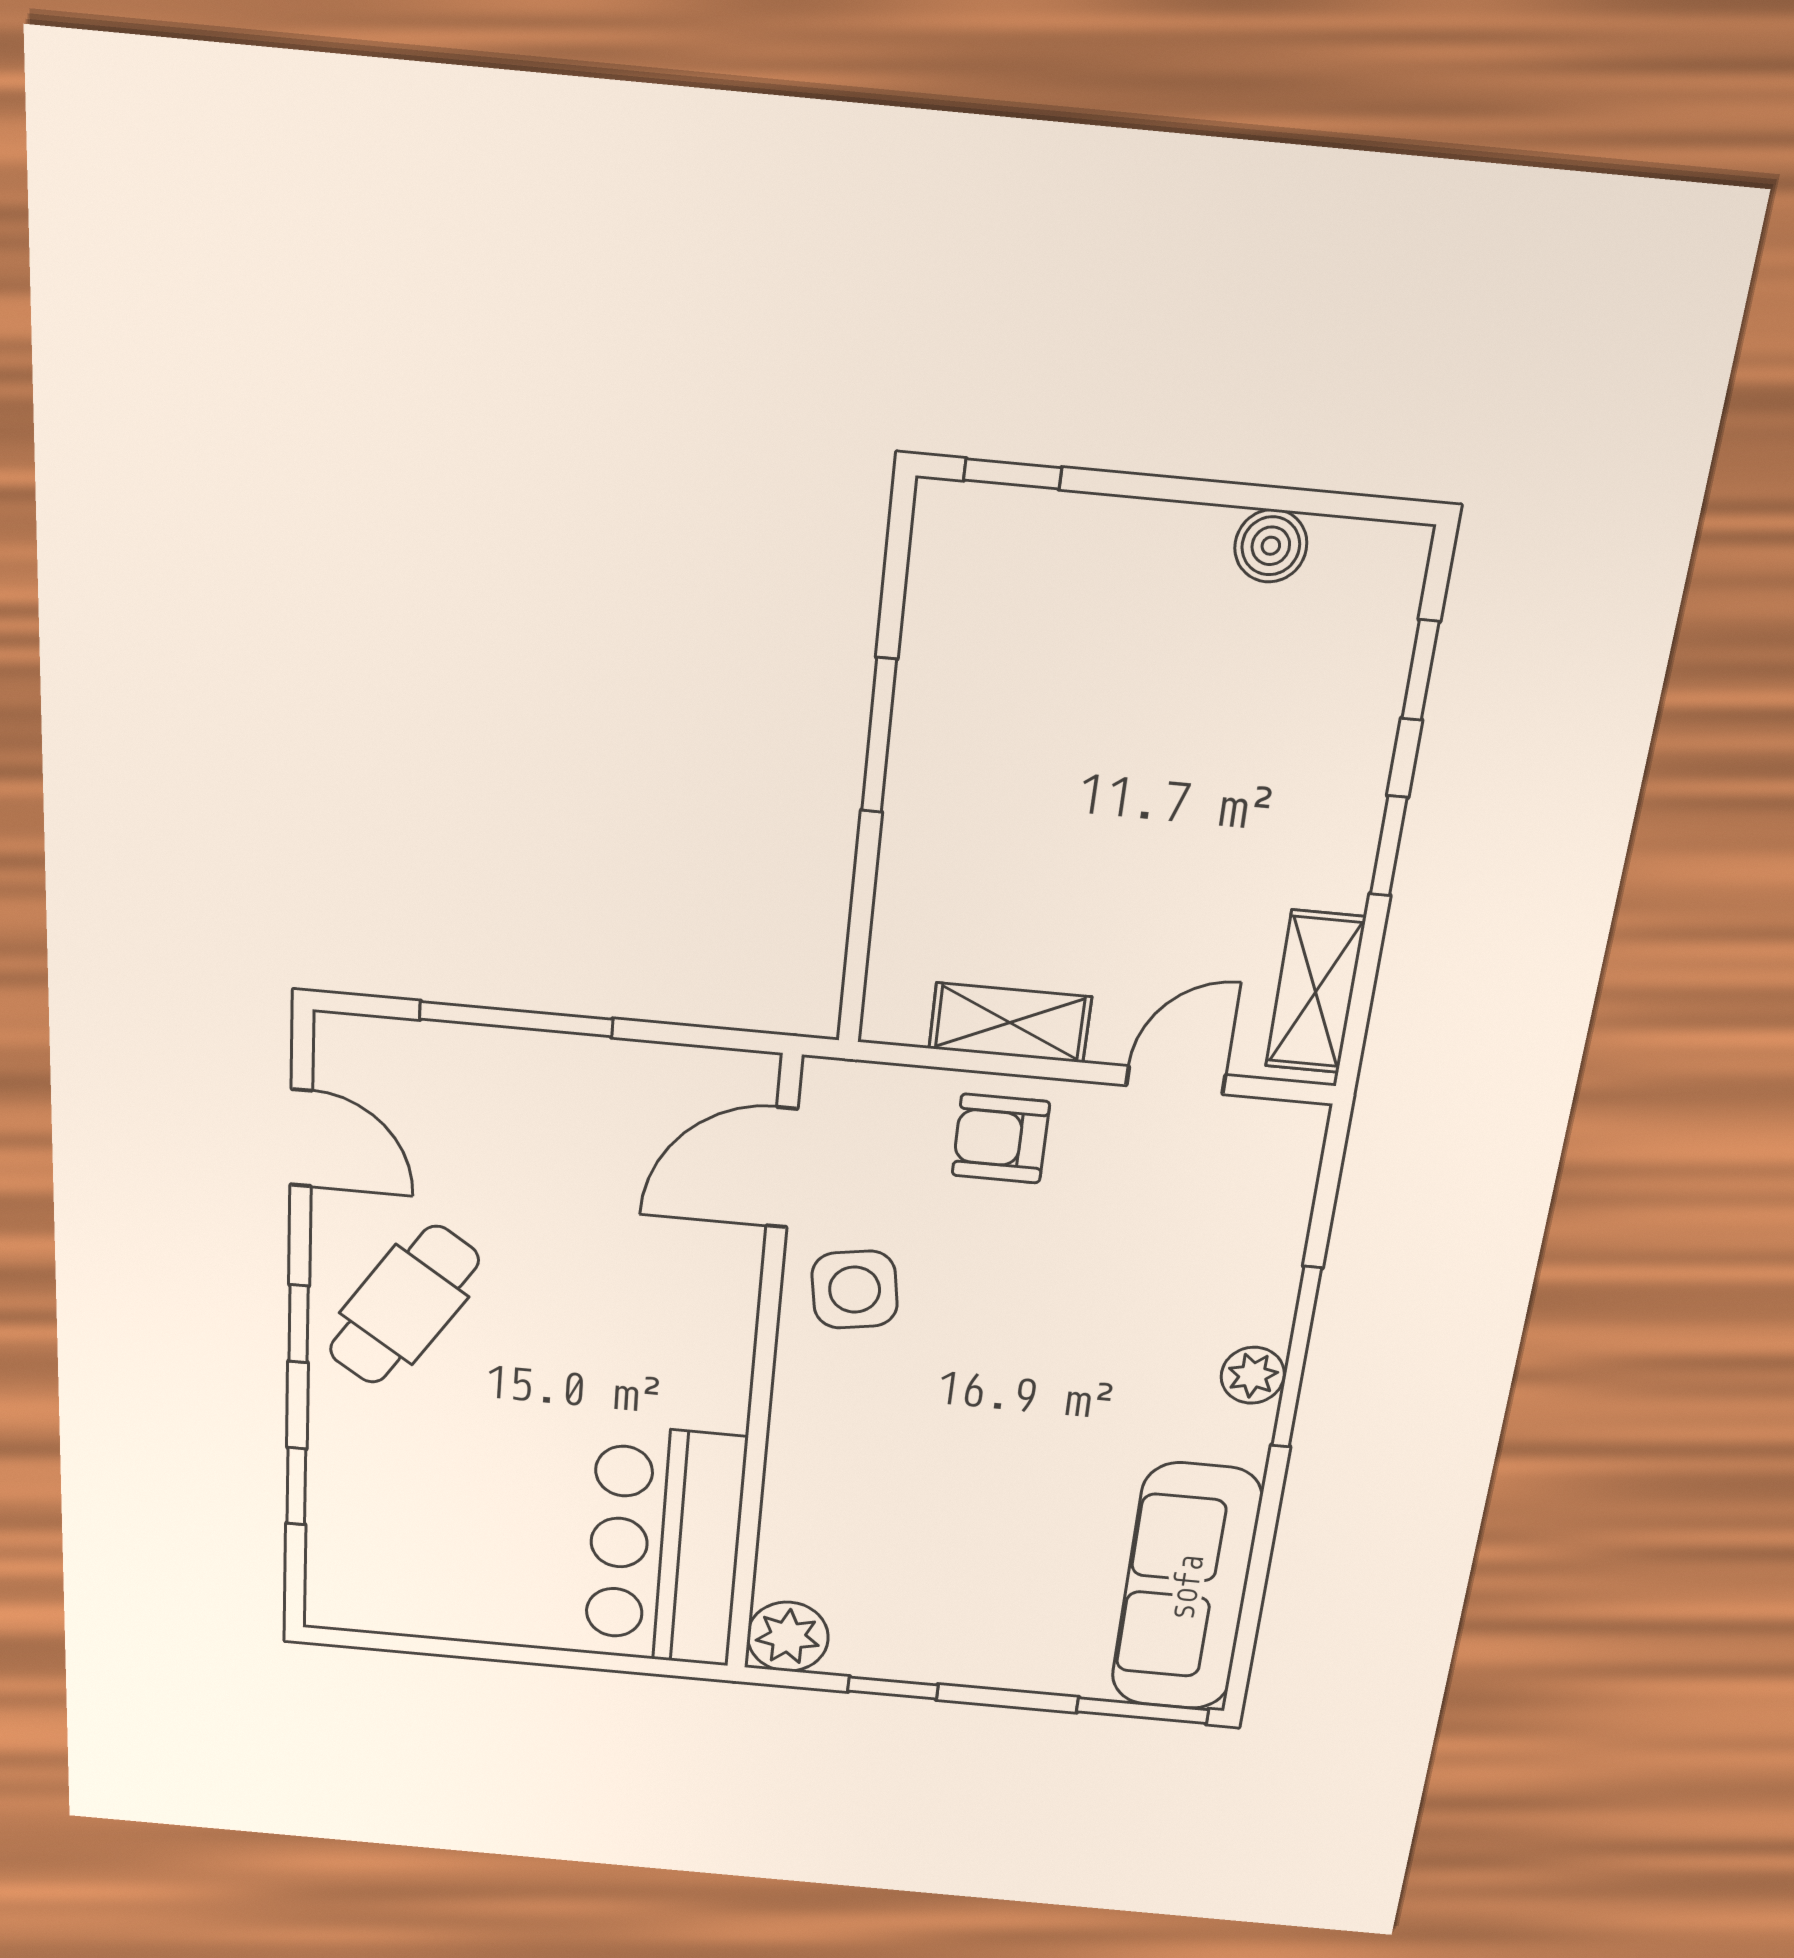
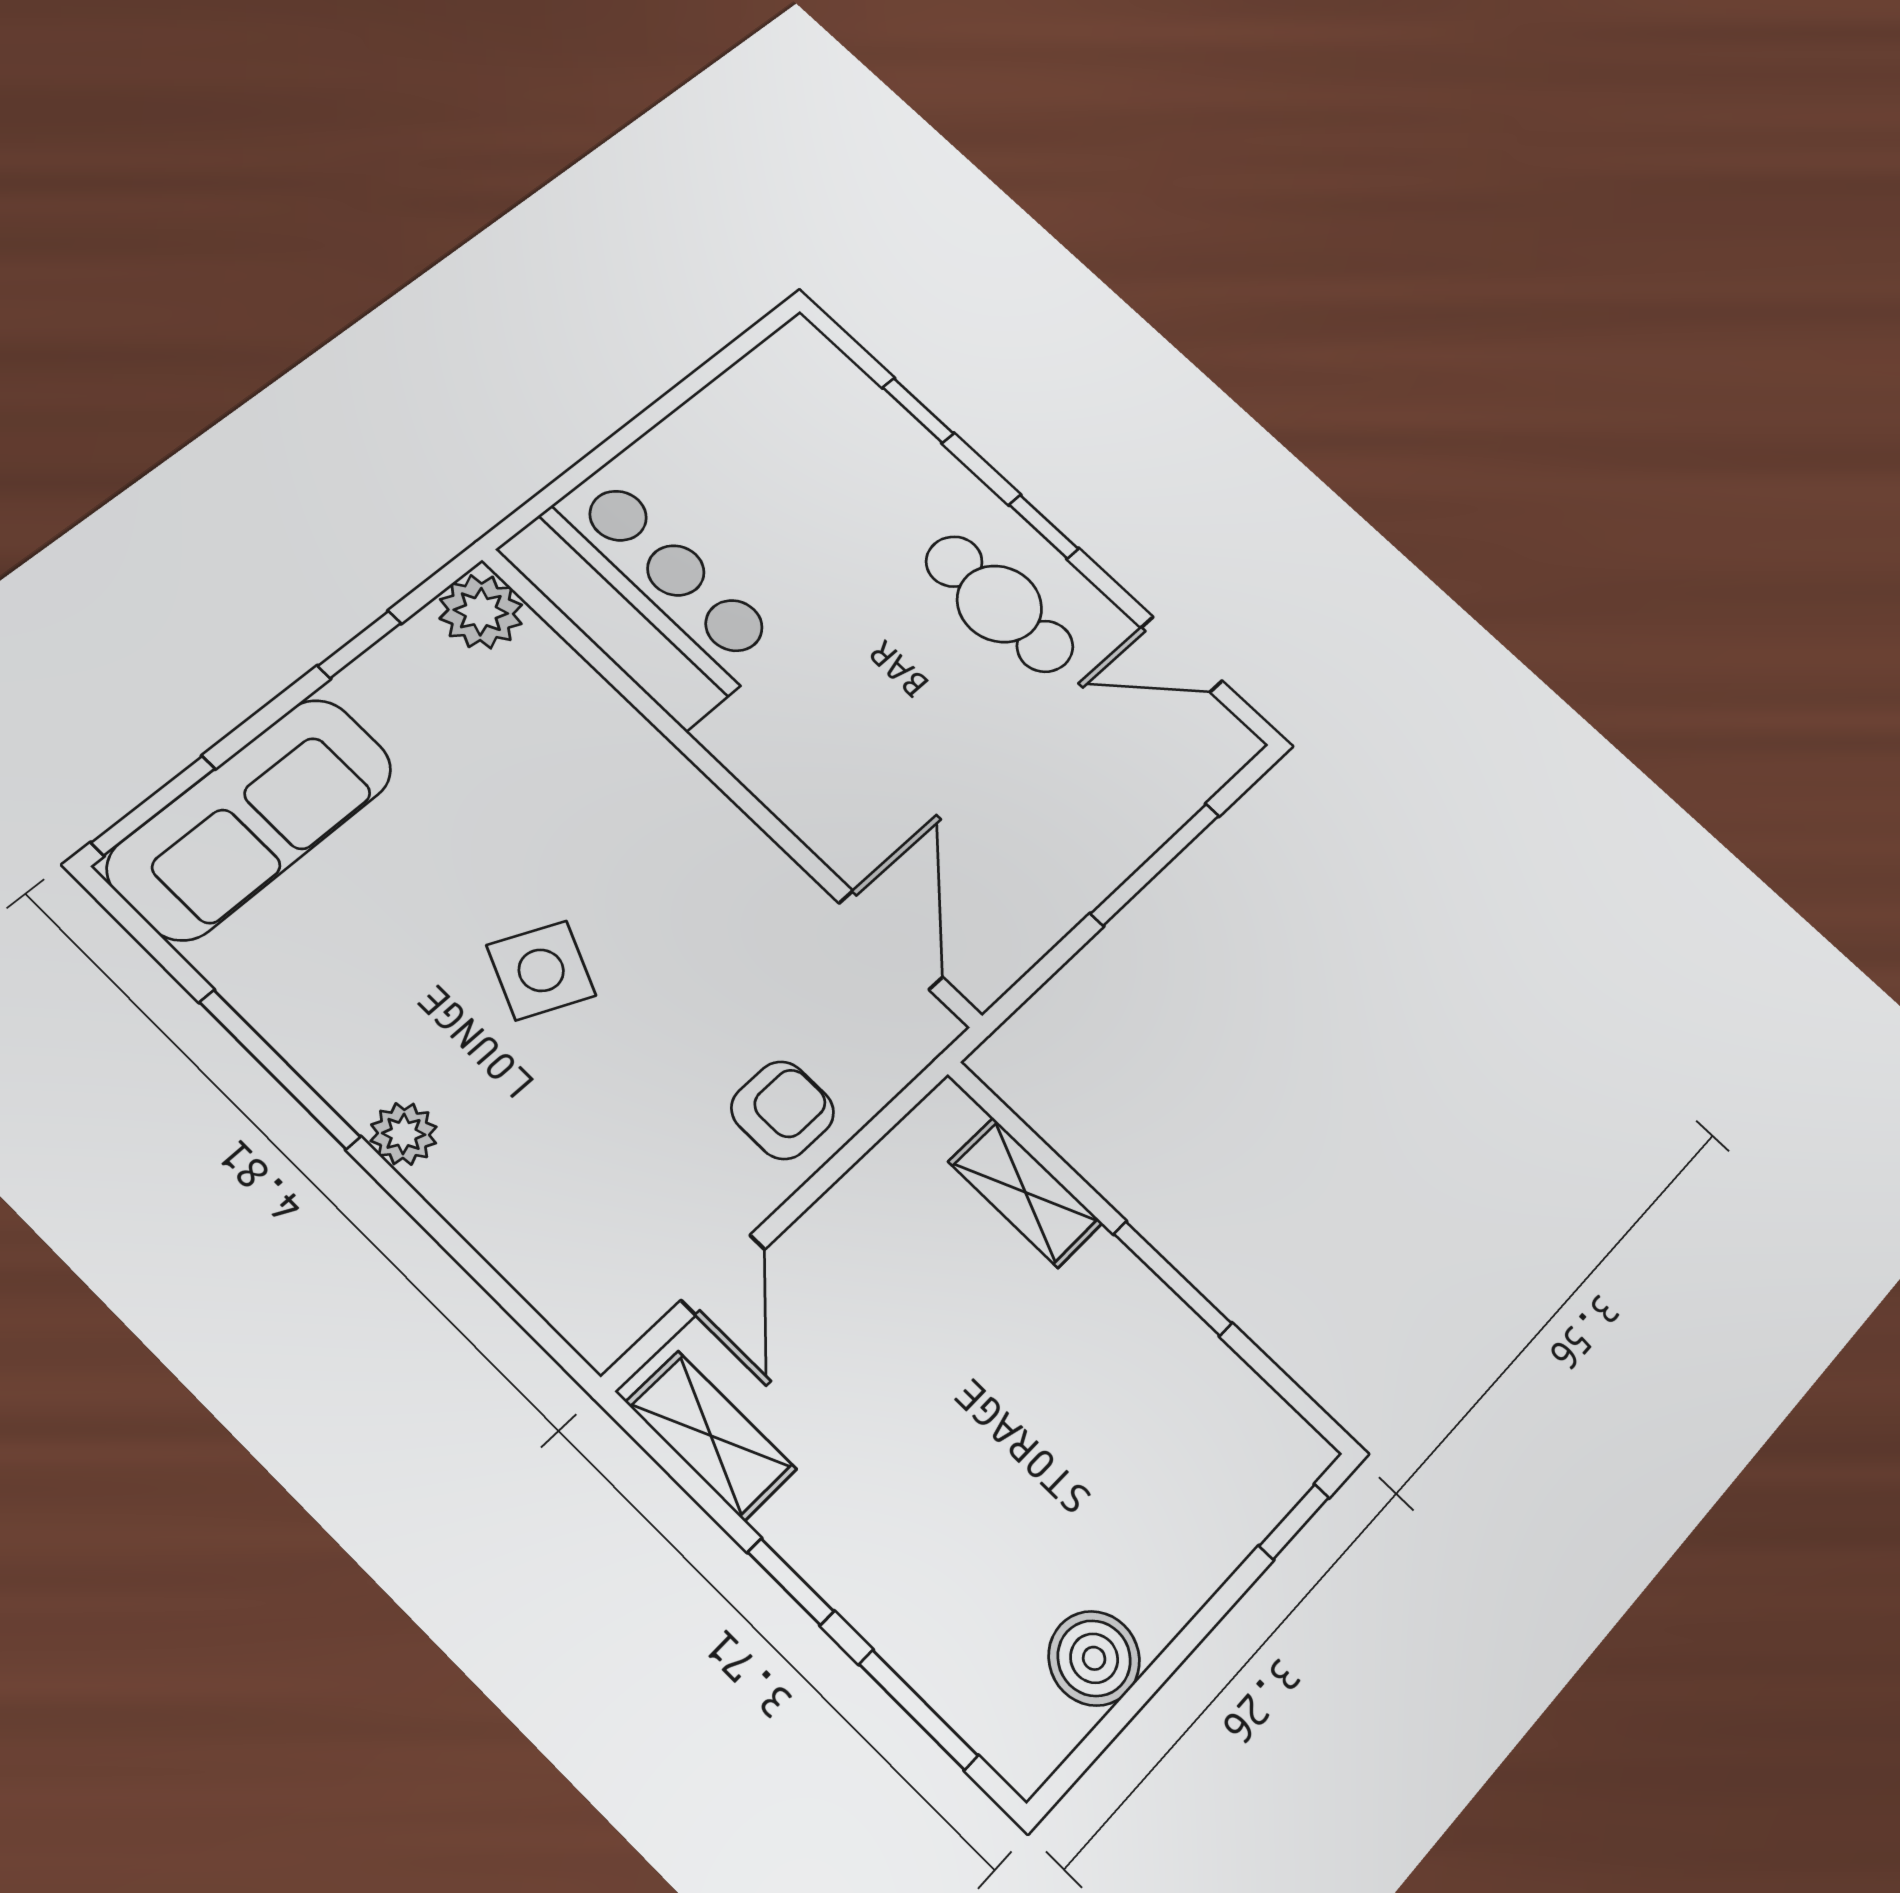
boiler: (1271, 546) -> (1094, 1658), width x1.36, depth x1.36
window: (1420, 670) -> (918, 1710), width x1.50
shelving: (1010, 1023) -> (1025, 1192), moved, turned 90
side table: (855, 1290) -> (541, 970), moved, turned 33
cafe table: (404, 1305) -> (999, 604), turned -34
window: (1296, 1358) -> (280, 1069), moved
sofa: (1186, 1588) -> (251, 818), moved, turned 90

